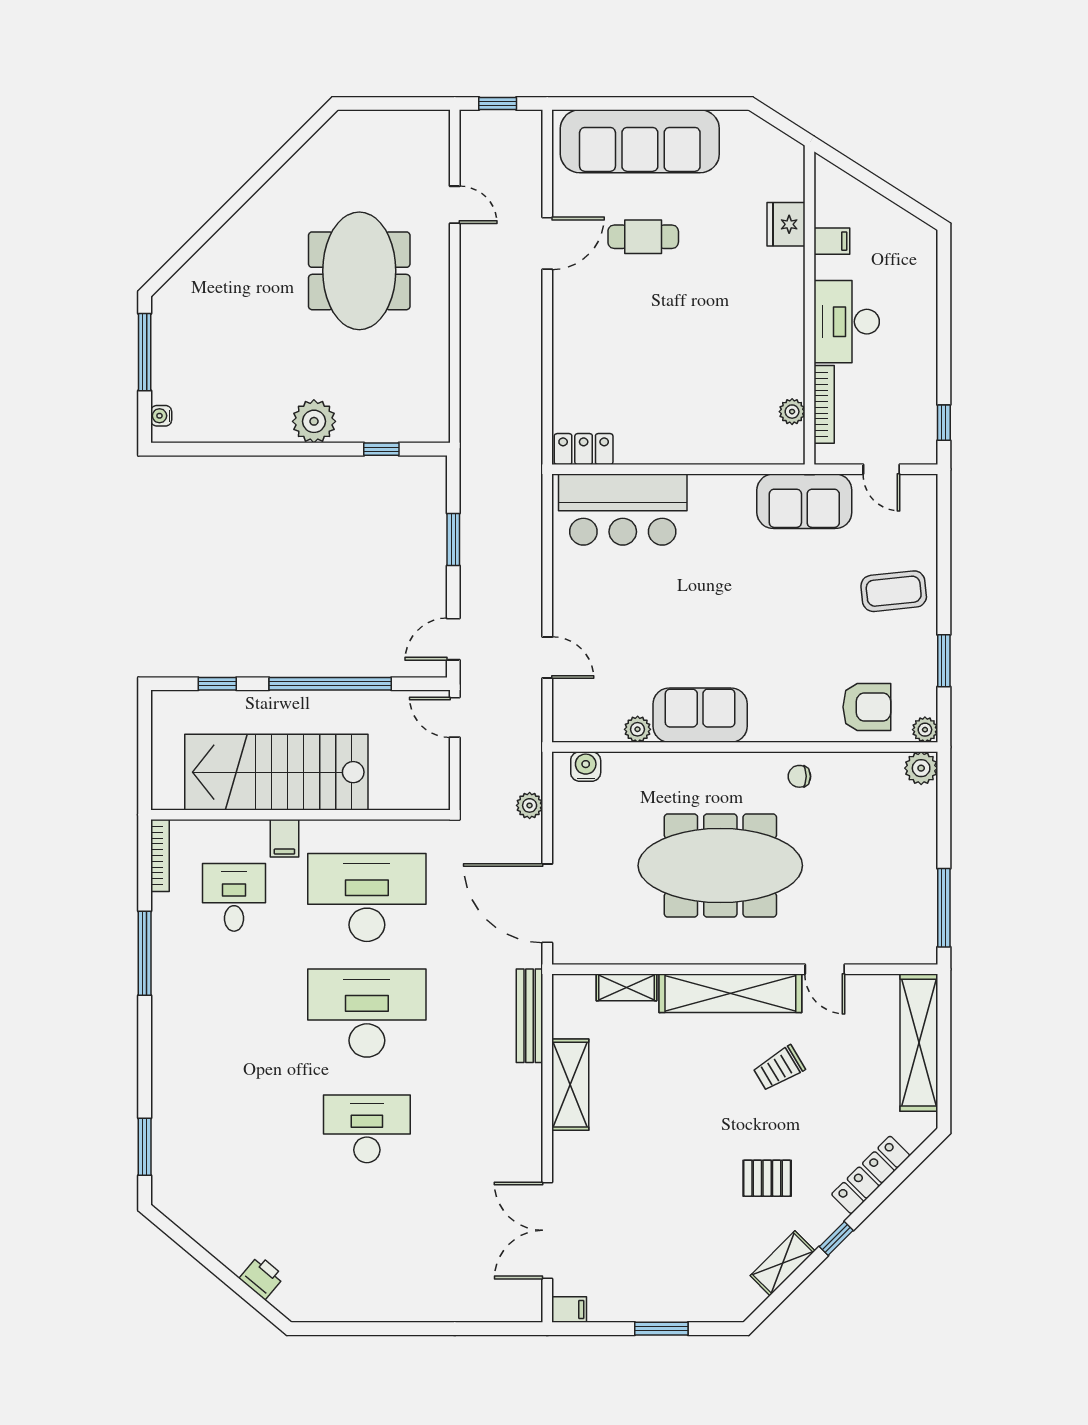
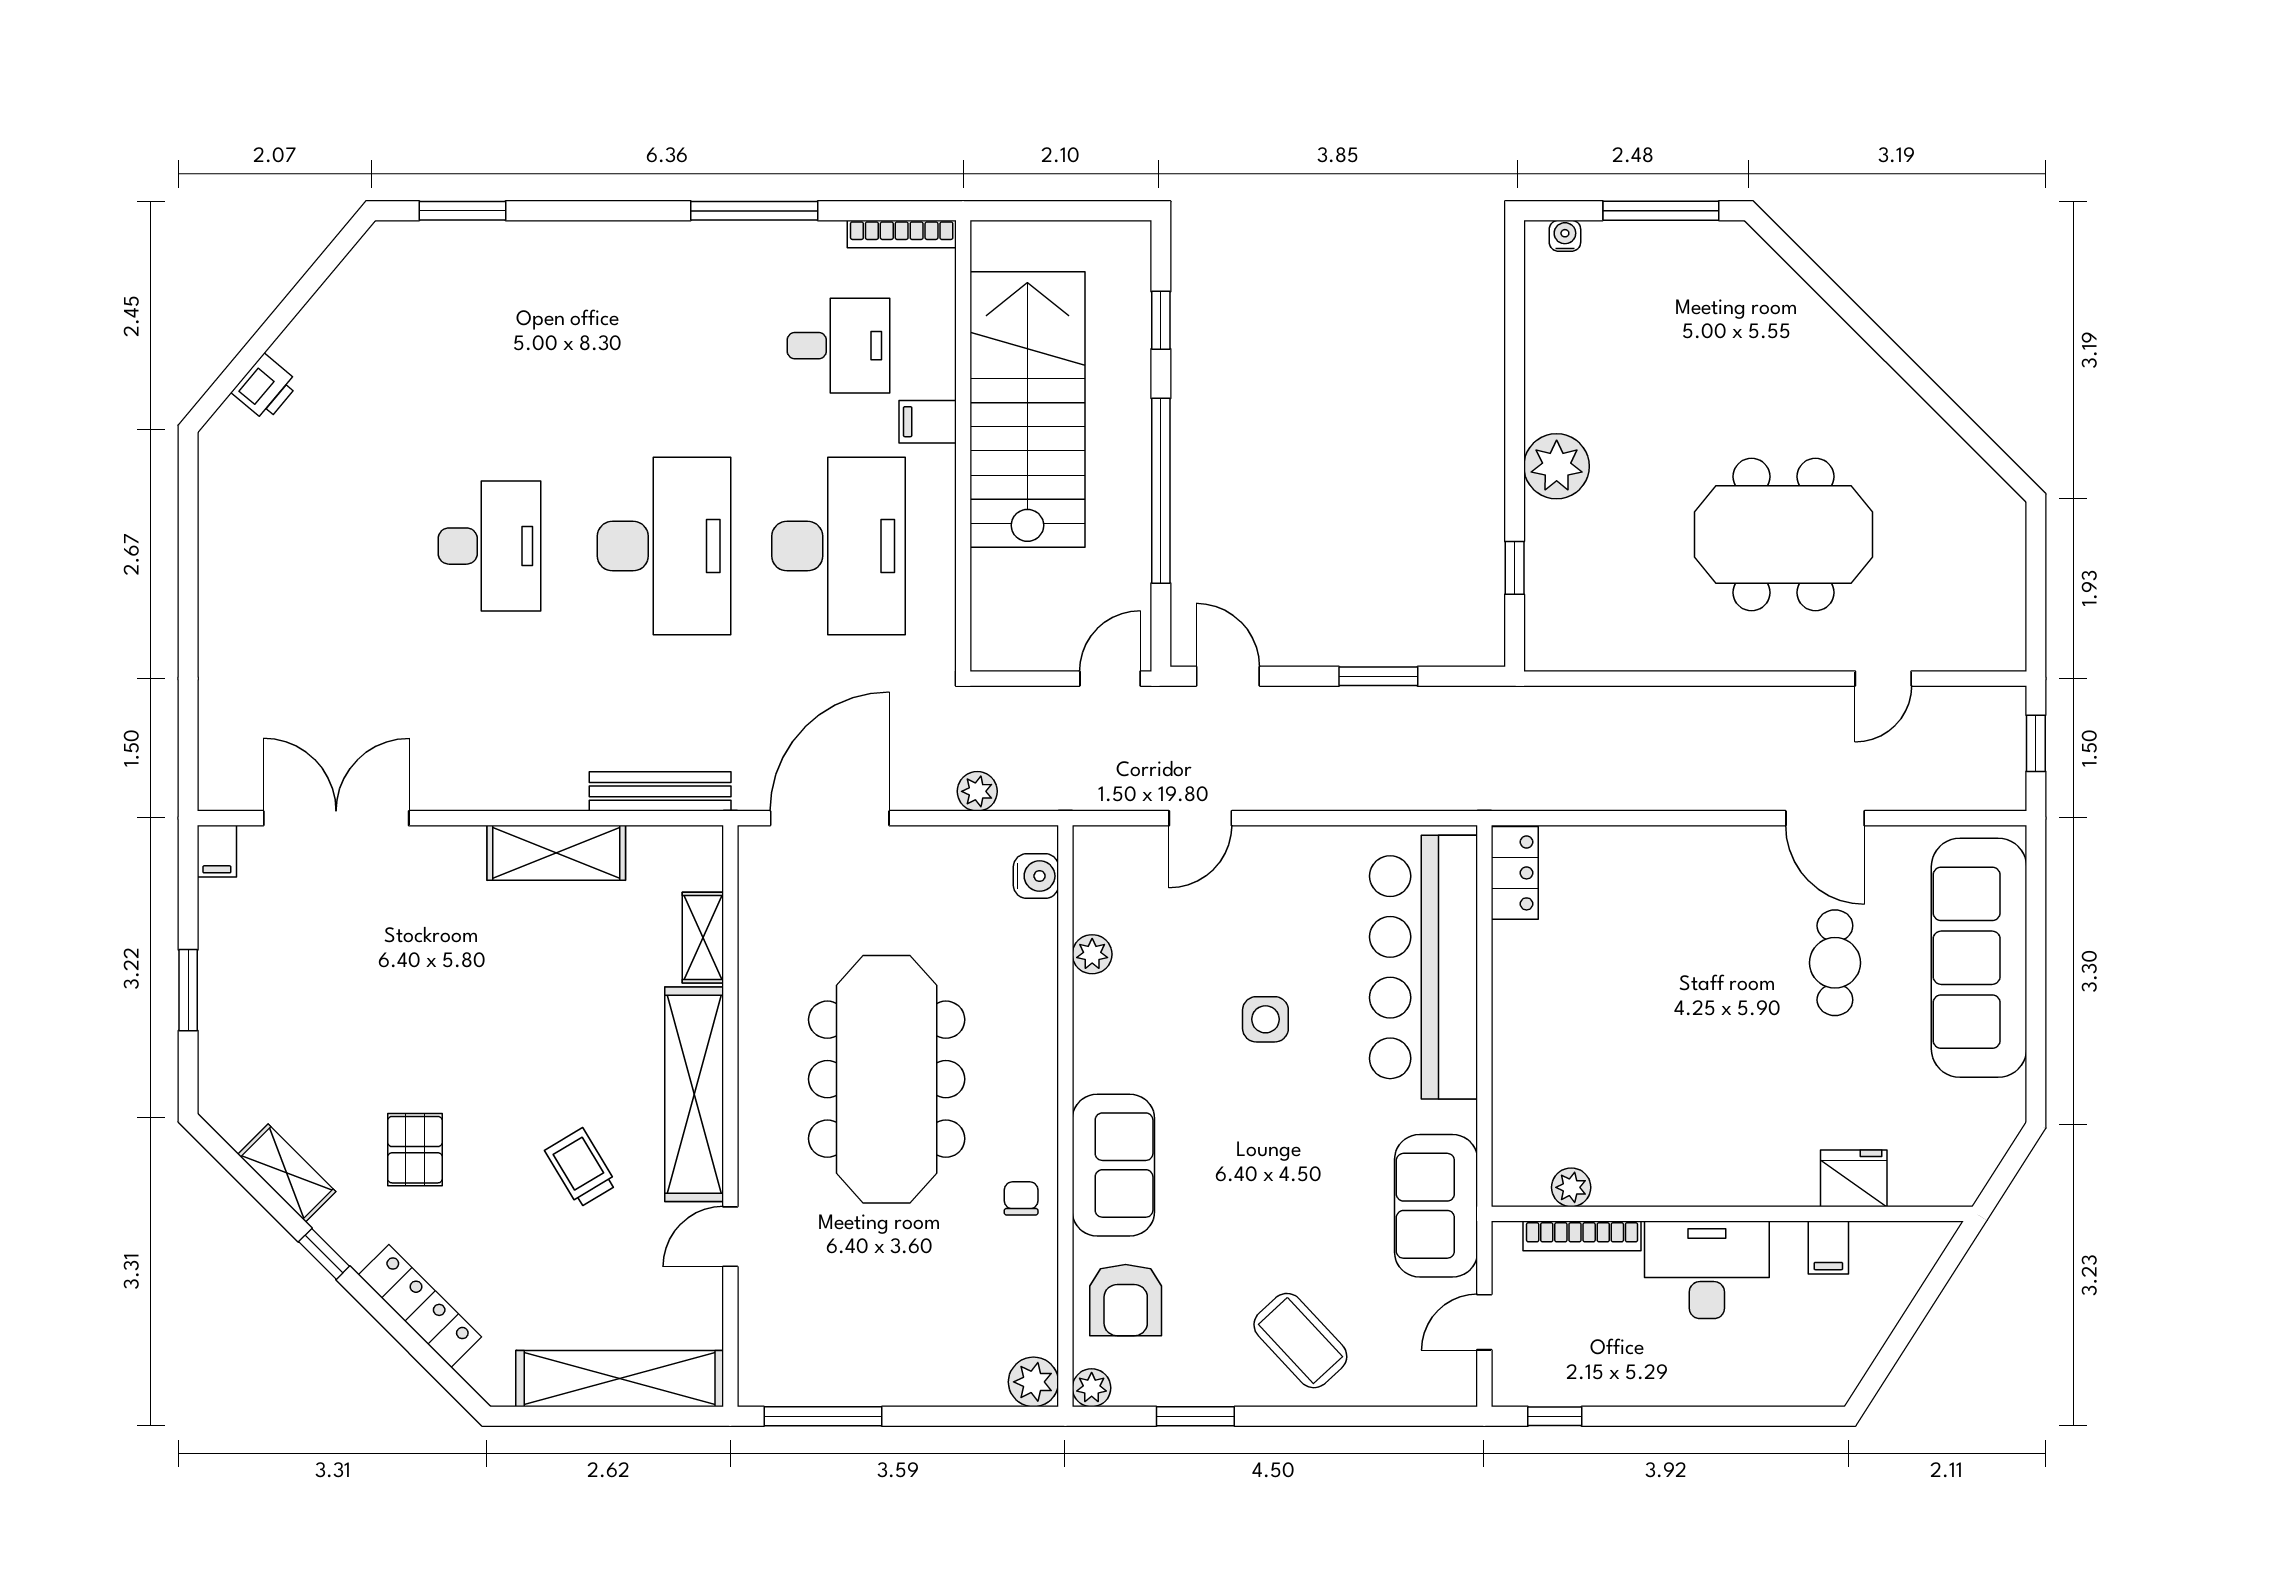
bar counter: (623, 510) -> (1424, 967), width x1.36
coffee table: (894, 591) -> (1300, 1341), turned -37
side table: (681, 614) -> (1265, 1019), added
sofa: (700, 715) -> (1113, 1165), moved

